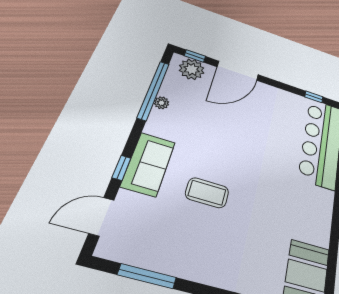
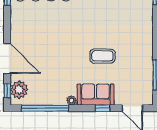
plant: (161, 103) -> (71, 100), moved
coffee table: (207, 193) -> (102, 56), turned 90

